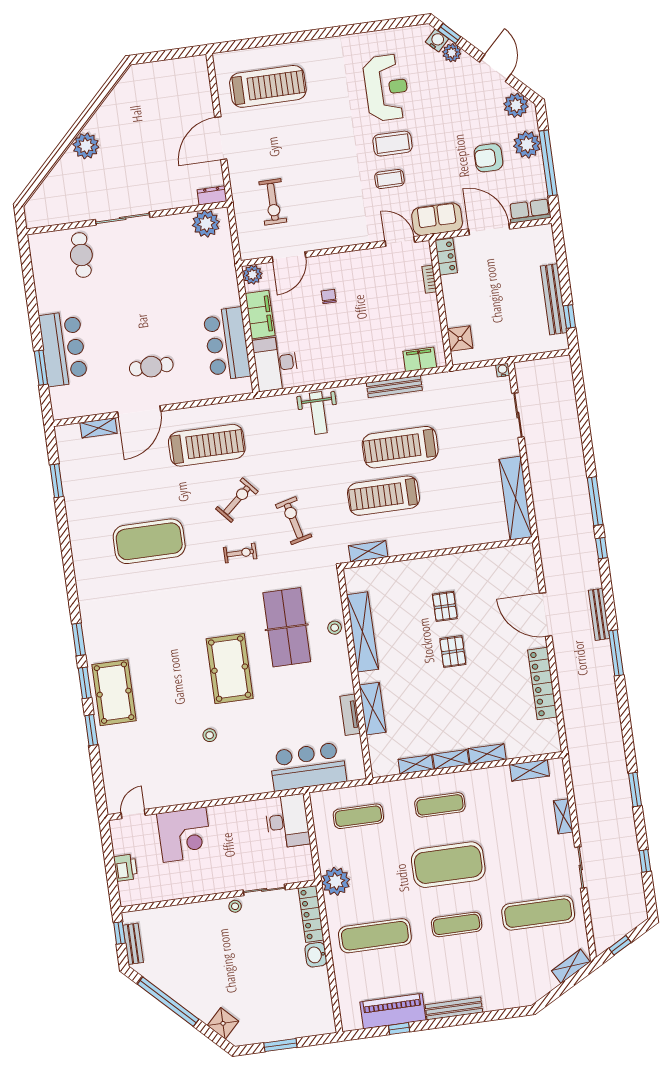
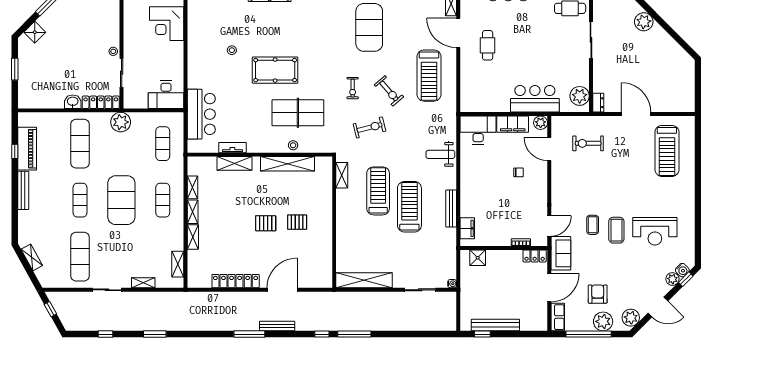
bar counter: (227, 344) -> (535, 99), moved
shelving: (571, 966) -> (32, 257), moved

